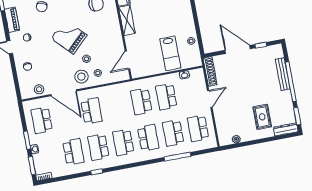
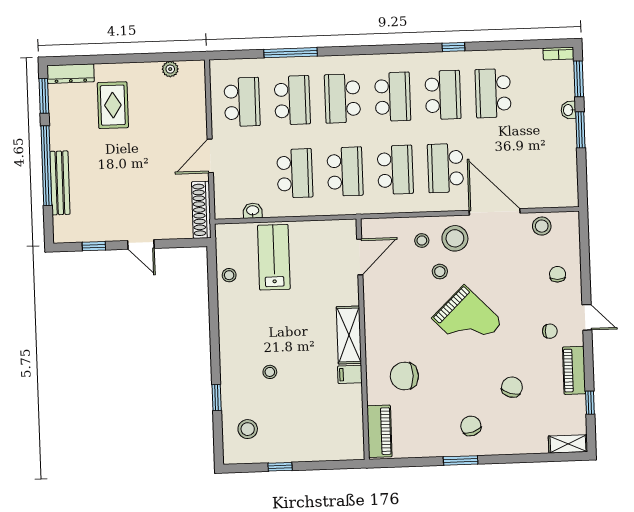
door: (238, 50) -> (141, 244), width x0.53
school desk: (42, 120) -> (395, 170), moved

